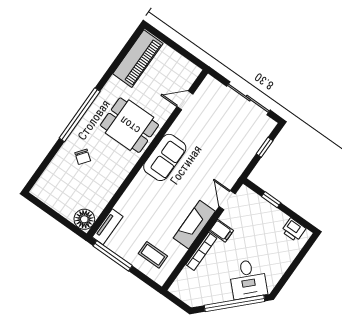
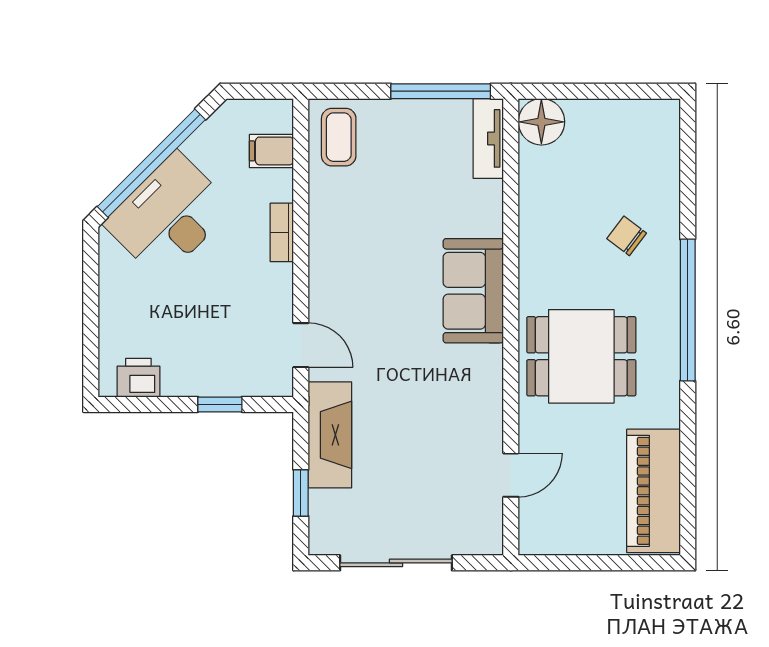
sofa: (165, 157) -> (473, 291), moved
fireplace: (194, 225) -> (330, 435), moved
filing cabinet: (221, 231) -> (271, 151), moved
bookcase: (201, 251) -> (282, 232), width x0.64
coffee table: (153, 255) -> (339, 137), moved, turned 90
desk: (248, 279) -> (169, 216), width x1.37

